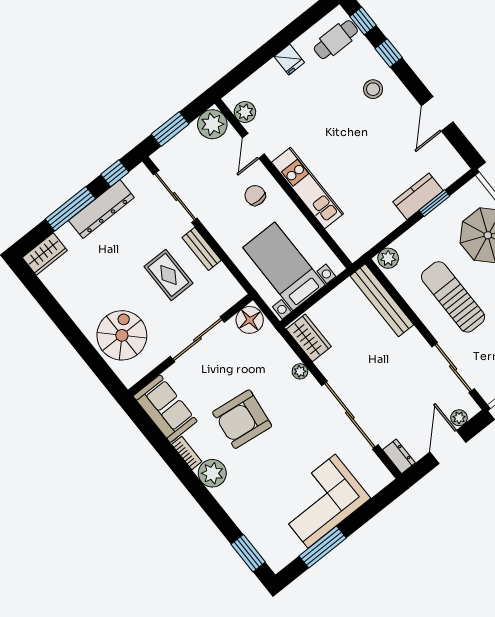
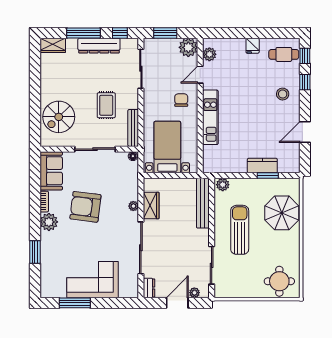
bench: (202, 249) -> (133, 128), moved, width x1.36
floor lamp: (250, 320) -> (133, 156), width x0.53, depth x0.53
spiral stairs: (122, 335) -> (59, 117), turned 180
wardrobe: (309, 338) -> (151, 205), moved
window: (248, 553) -> (35, 252), moved

